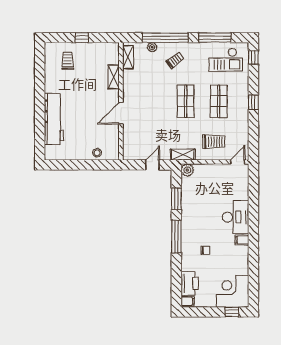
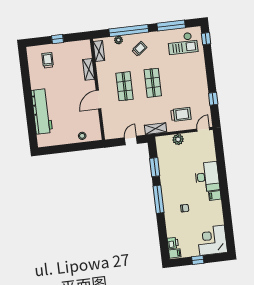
shop shelf: (219, 101) -> (125, 86), moved
window: (253, 102) -> (213, 99), moved
plant: (187, 170) -> (178, 139), moved
printer: (190, 283) -> (173, 243), width x0.53, depth x0.68
window: (232, 312) -> (198, 260), moved

